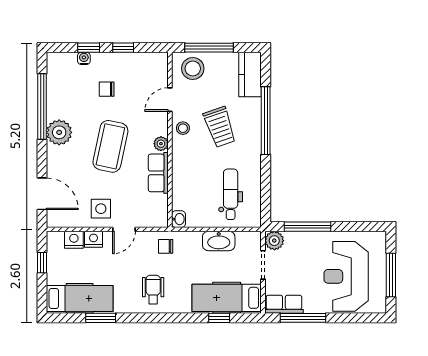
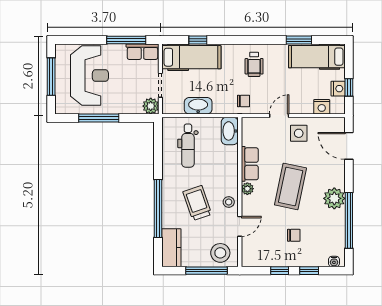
water cooler: (84, 58) -> (334, 262), moved
washbasin: (179, 219) -> (230, 131), width x1.91, depth x1.45
window: (308, 227) -> (99, 118), moved
nightstand: (93, 239) -> (338, 89), moved, turned -90

